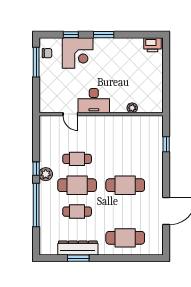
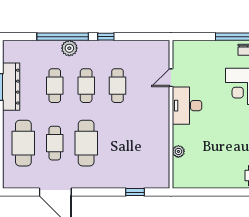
plant: (46, 174) -> (69, 48), moved
cafe table: (77, 185) -> (86, 86), width x0.73, depth x0.74
cafe table: (125, 212) -> (55, 143), added

